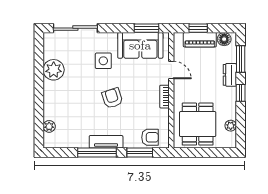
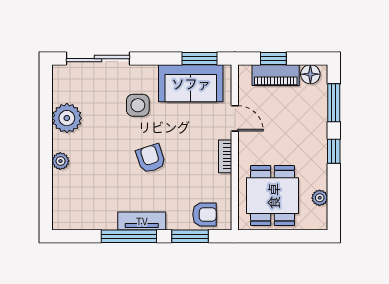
dresser: (230, 75) -> (318, 125), removed
plant: (49, 126) -> (60, 161), moved

